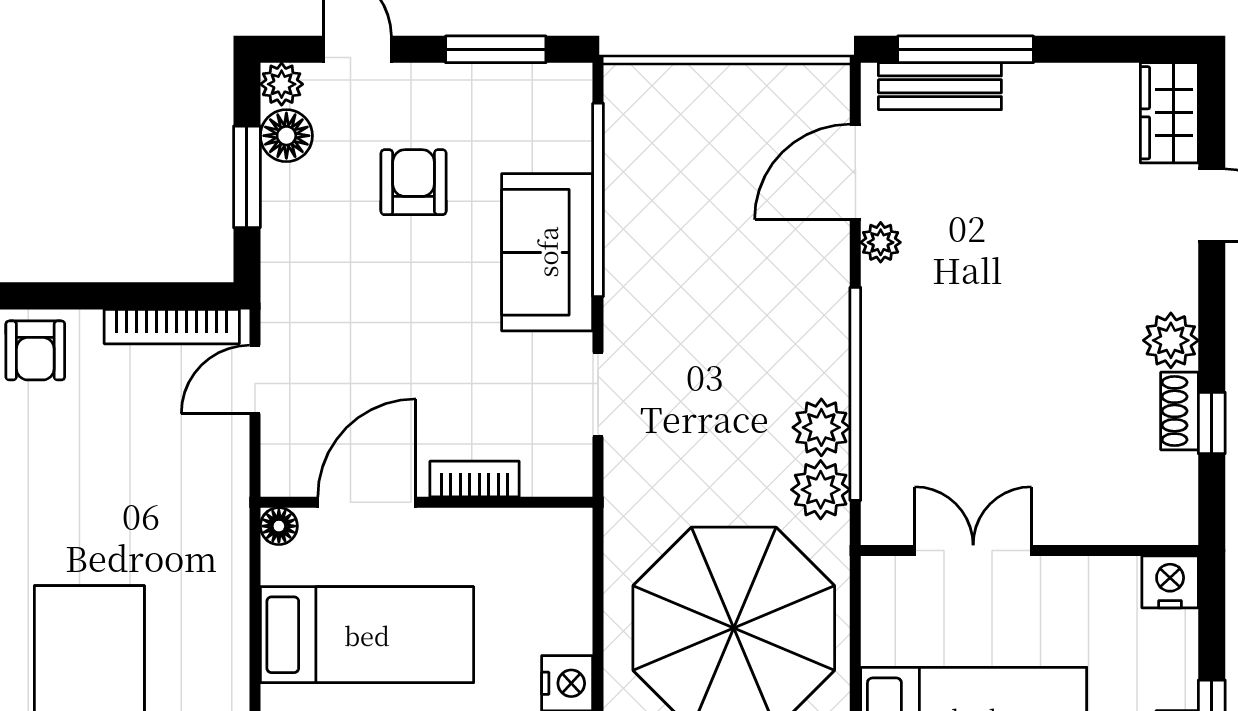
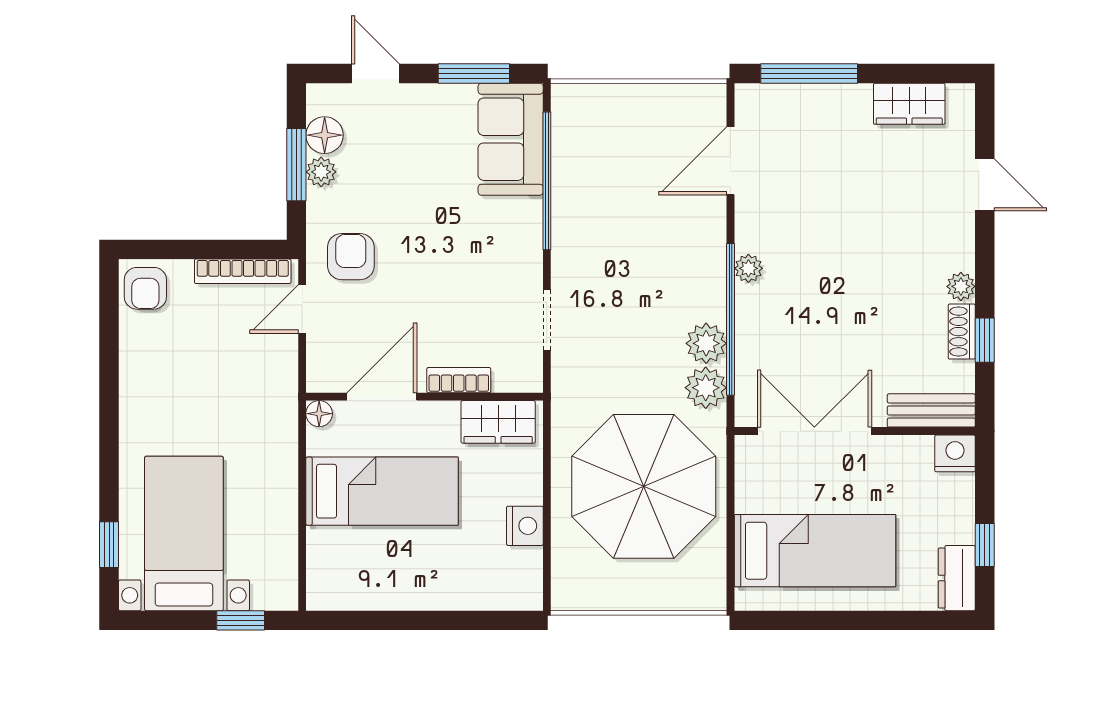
plant: (282, 84) -> (321, 172), moved
bench: (940, 86) -> (931, 410), moved
wardrobe: (1169, 113) -> (909, 104), moved, turned -90
armchair: (414, 182) -> (351, 257), moved
plant: (881, 242) -> (748, 268), moved
sofa: (547, 252) -> (511, 139), moved
plant: (1171, 340) -> (961, 286), width x0.73, depth x0.73
wardrobe: (530, 538) -> (498, 422), added
double door: (973, 550) -> (814, 431), width x1.37

